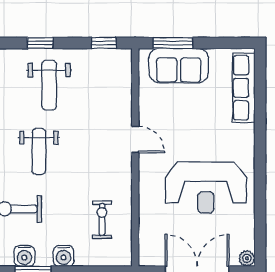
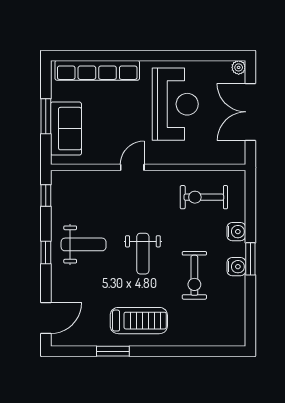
window: (173, 43) -> (46, 116), moved
row of seats: (244, 88) -> (97, 70), width x1.36
weight bench: (39, 151) -> (143, 254), turned 90
exercise bike: (102, 220) -> (204, 197), width x1.38, depth x1.39

